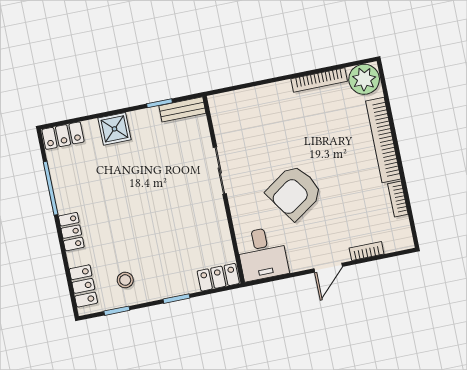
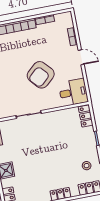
armchair: (294, 192) -> (41, 75), turned 82

